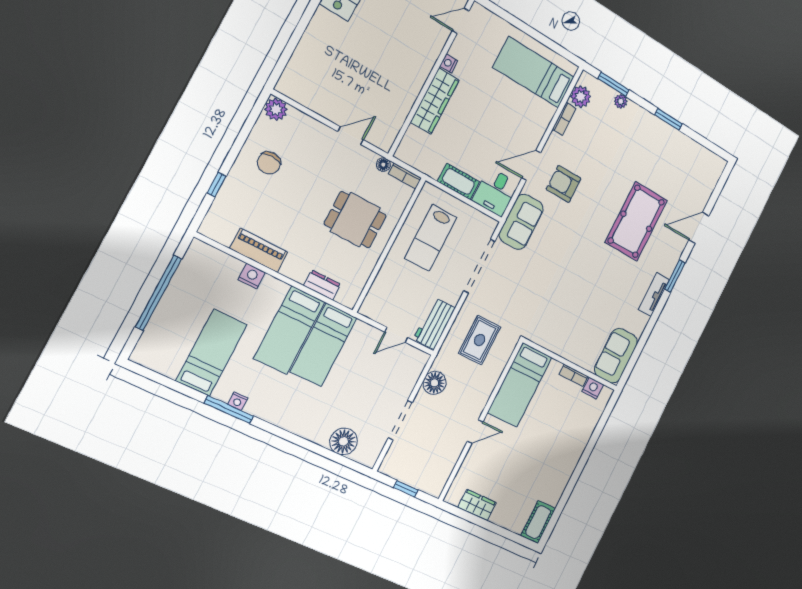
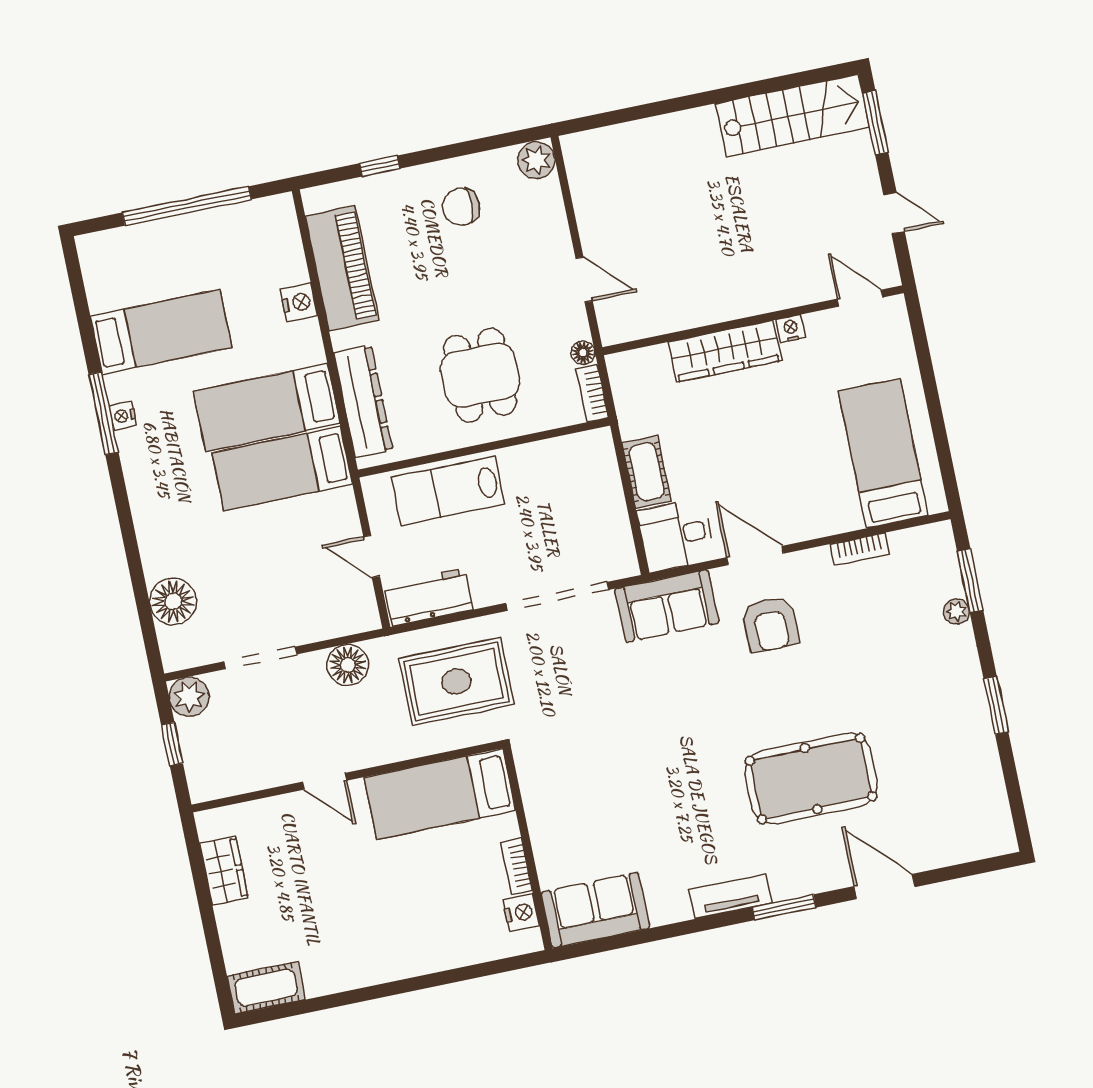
plant: (581, 97) -> (189, 697), moved
armchair: (564, 184) -> (770, 624), turned 180
lab bench: (431, 238) -> (448, 491), moved
piano: (259, 250) -> (342, 268), width x1.37, depth x1.33
dresser: (322, 285) -> (363, 401), width x1.96, depth x1.24
rug: (480, 340) -> (456, 682), width x1.36, depth x1.43

